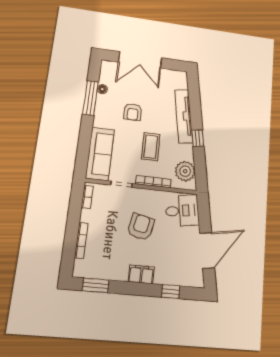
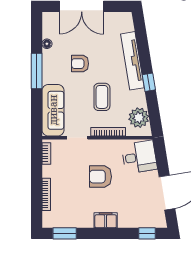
window: (91, 98) -> (37, 71), moved
armchair: (133, 112) -> (80, 64), turned 90
armchair: (141, 227) -> (100, 177), turned -102
window: (171, 292) -> (147, 233), moved

